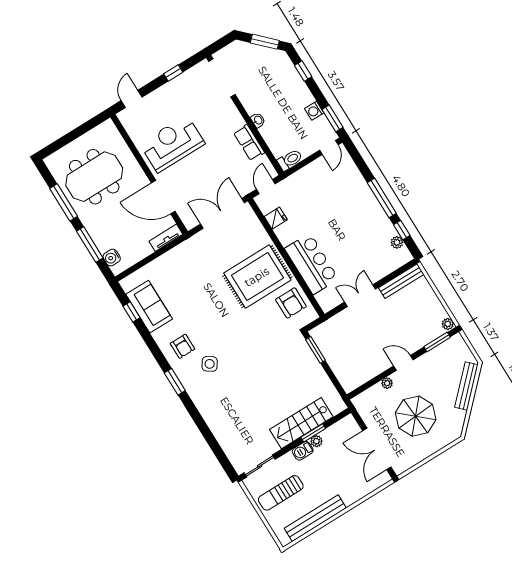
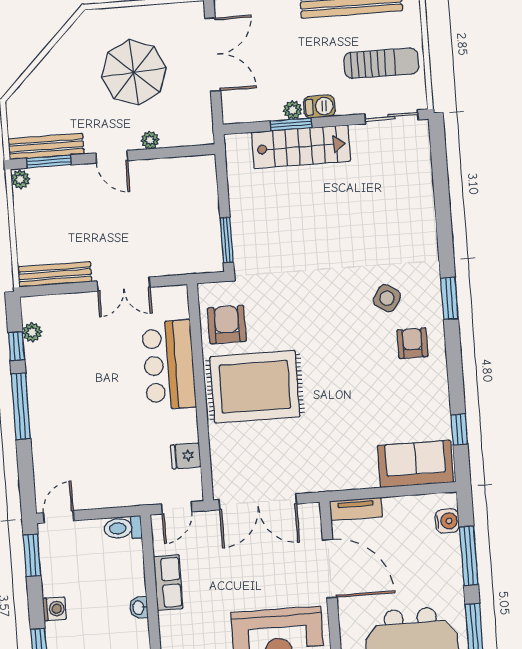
washing machine: (314, 111) -> (55, 609), moved
sofa: (149, 307) -> (416, 464), moved, turned 90
bench: (466, 386) -> (46, 146), moved, turned 45

